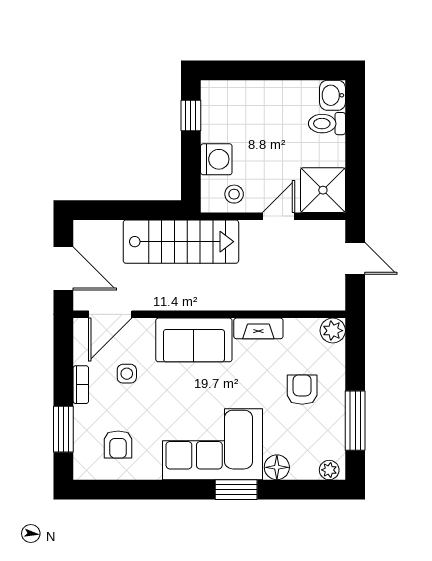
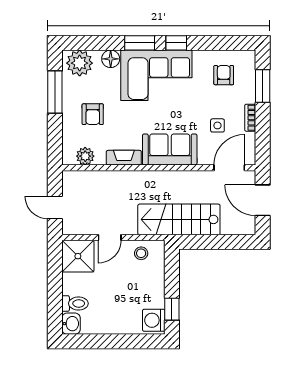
washing machine: (216, 159) -> (154, 320), moved
plant: (333, 331) -> (85, 156), moved
plant: (329, 470) -> (80, 63), width x1.87, depth x1.87
window: (185, 490) -> (176, 43), added

